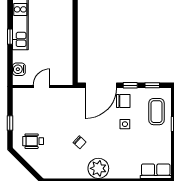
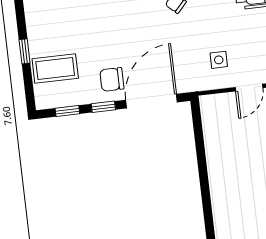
coffee table: (157, 112) -> (55, 69), turned 90
side table: (125, 124) -> (219, 60), moved

